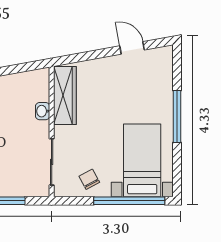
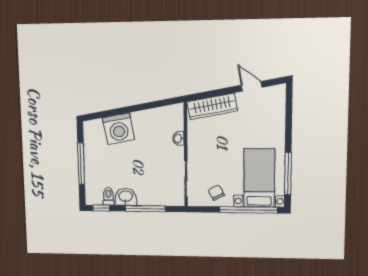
wardrobe: (65, 95) -> (212, 106), moved, turned 80
window: (177, 117) -> (288, 174), moved

